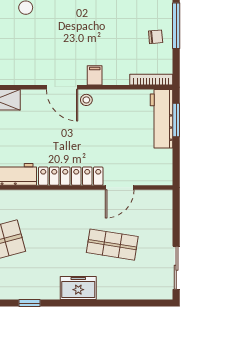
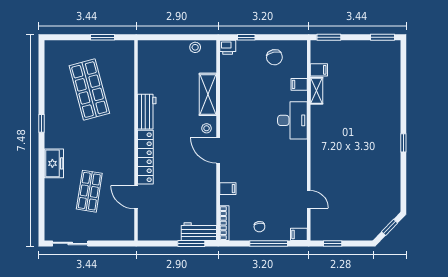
filing cabinet: (95, 75) -> (228, 189), moved
door: (62, 87) -> (218, 150), hinge flipped
stool: (86, 100) -> (207, 128), moved
workbench: (162, 119) -> (199, 232), width x0.73

